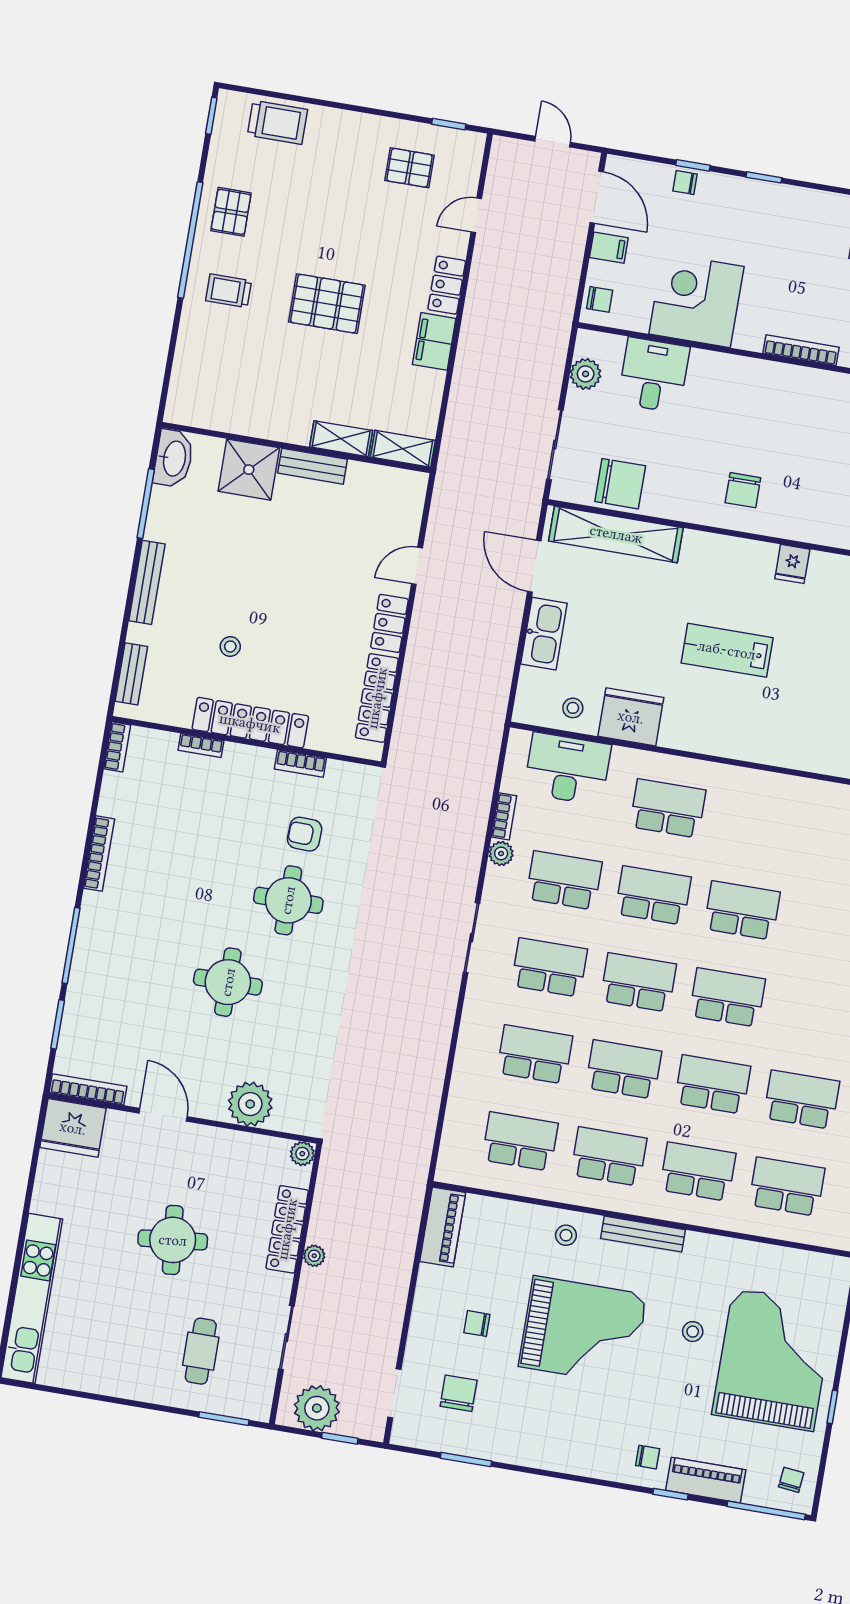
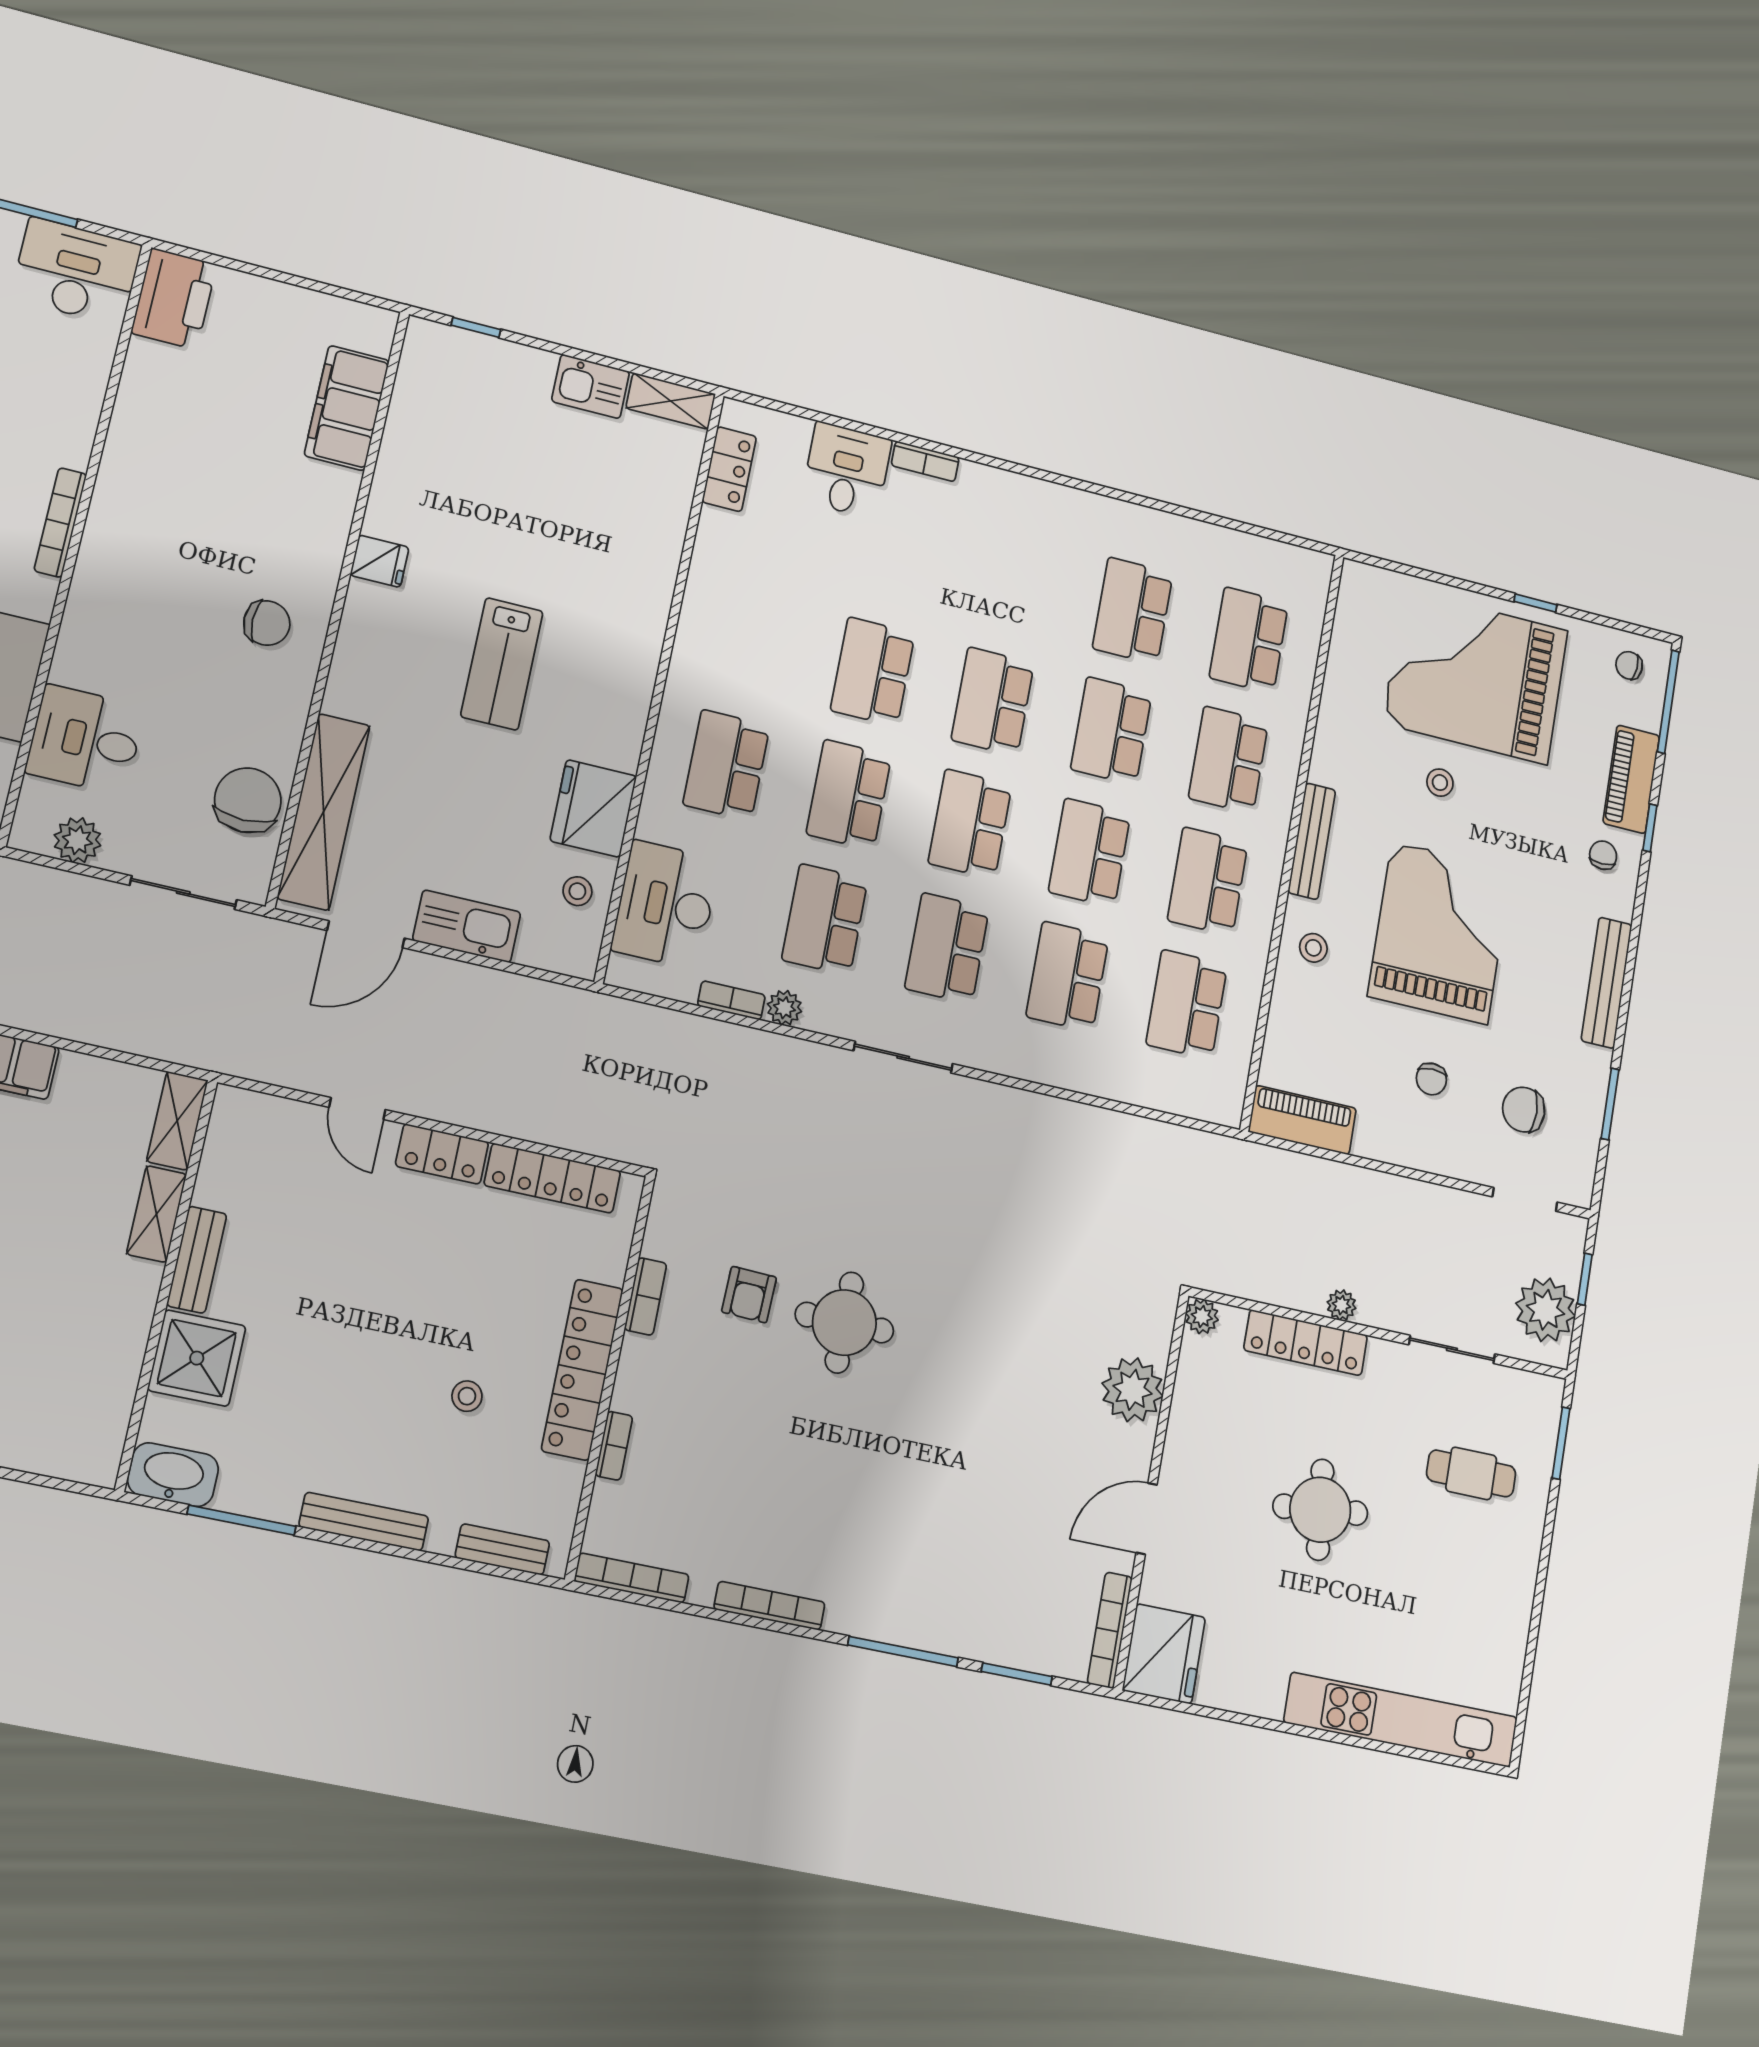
bookcase: (117, 747) -> (632, 1578), width x1.56
round table: (228, 982) -> (960, 1417), removed
bench: (554, 1458) -> (1607, 983), added

